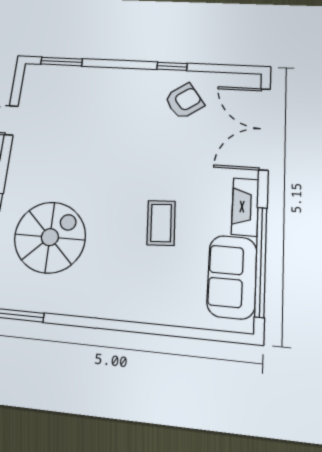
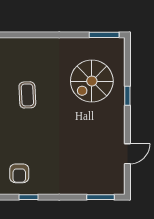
armchair: (184, 101) -> (19, 173), turned -55

